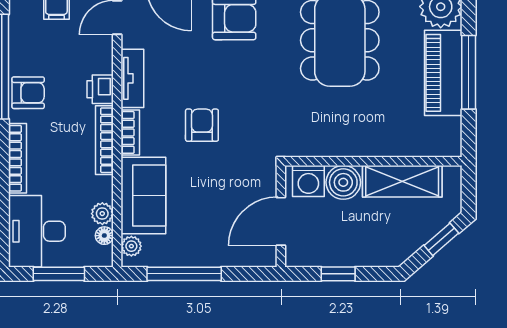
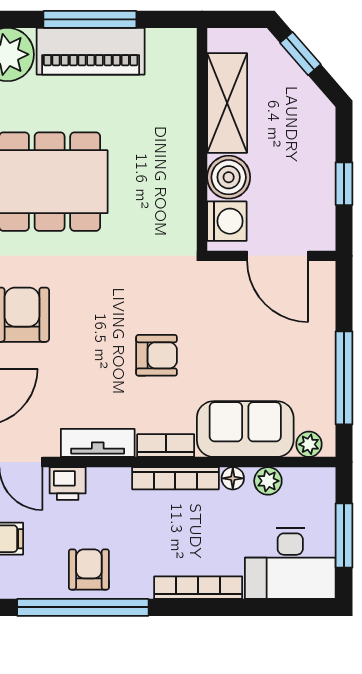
printer: (100, 89) -> (68, 484), moved
armchair: (28, 93) -> (89, 569), moved
armchair: (202, 125) -> (157, 355), turned 180
floor lamp: (104, 236) -> (233, 478), moved

